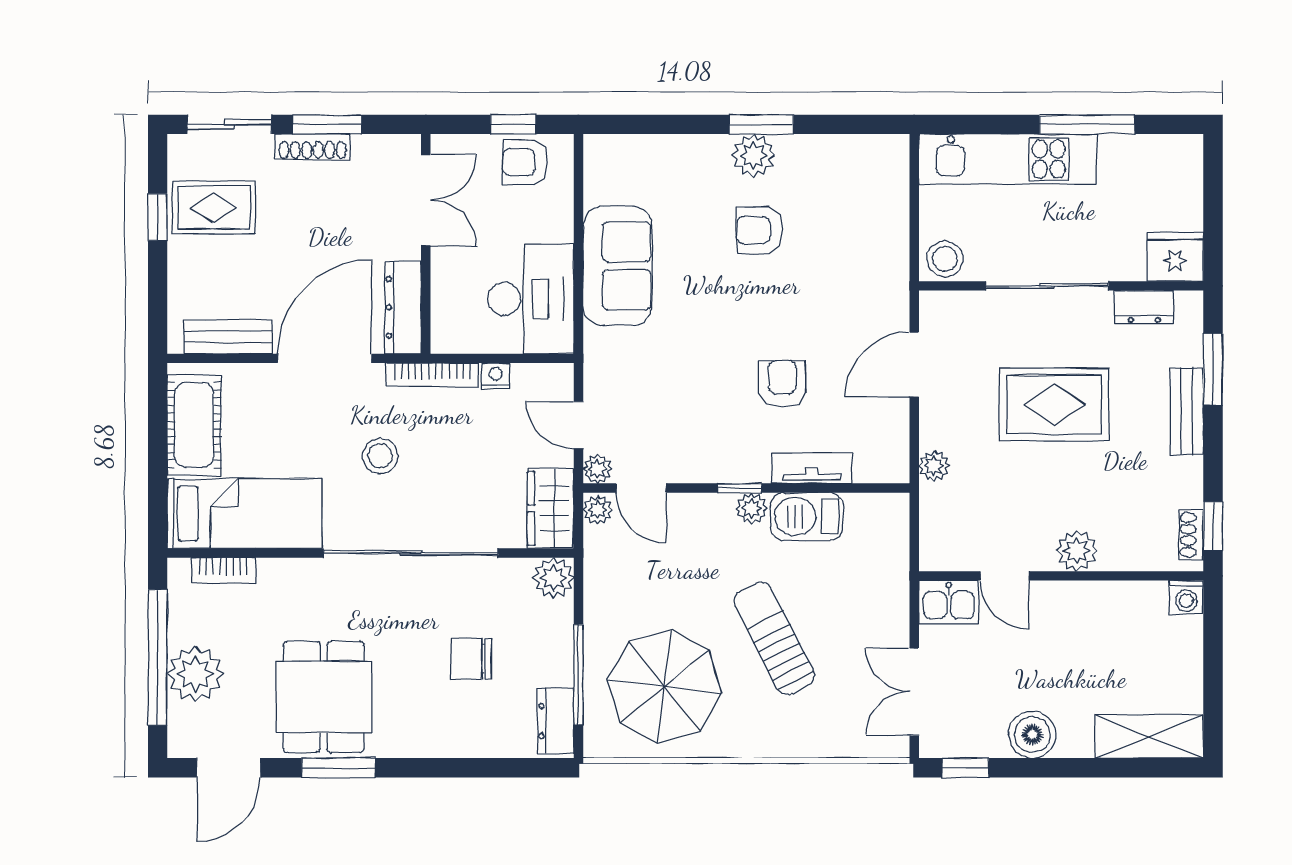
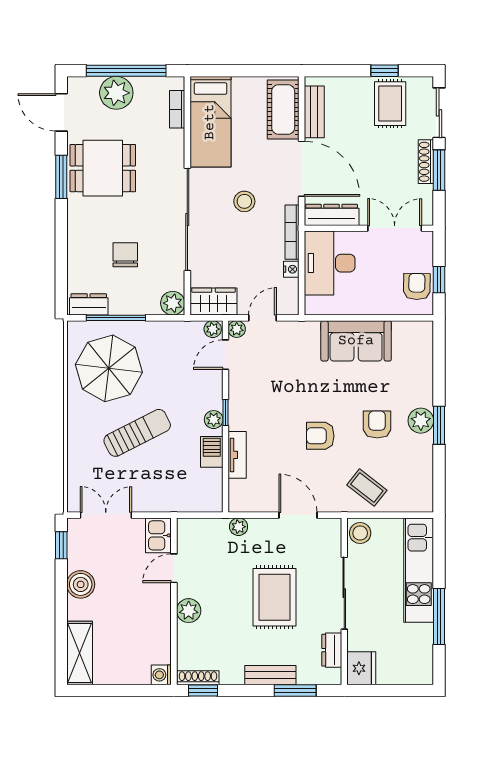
double door: (426, 200) -> (395, 228), swing flipped
coffee table: (867, 247) -> (367, 488), added
desk: (531, 299) -> (330, 263), moved, turned 90
armchair: (782, 384) -> (320, 436), moved, turned 180
cot: (194, 425) -> (283, 109), moved, turned 90
barbecue: (807, 516) -> (212, 452), width x0.73, depth x0.79
shoe rack: (1191, 535) -> (198, 678), width x1.43

